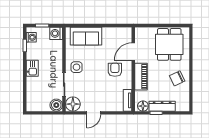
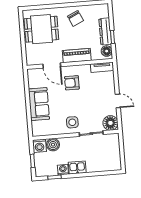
sofa: (86, 36) -> (39, 104), moved
washing machine: (31, 37) -> (63, 170), moved
boiler: (56, 105) -> (53, 145), moved

